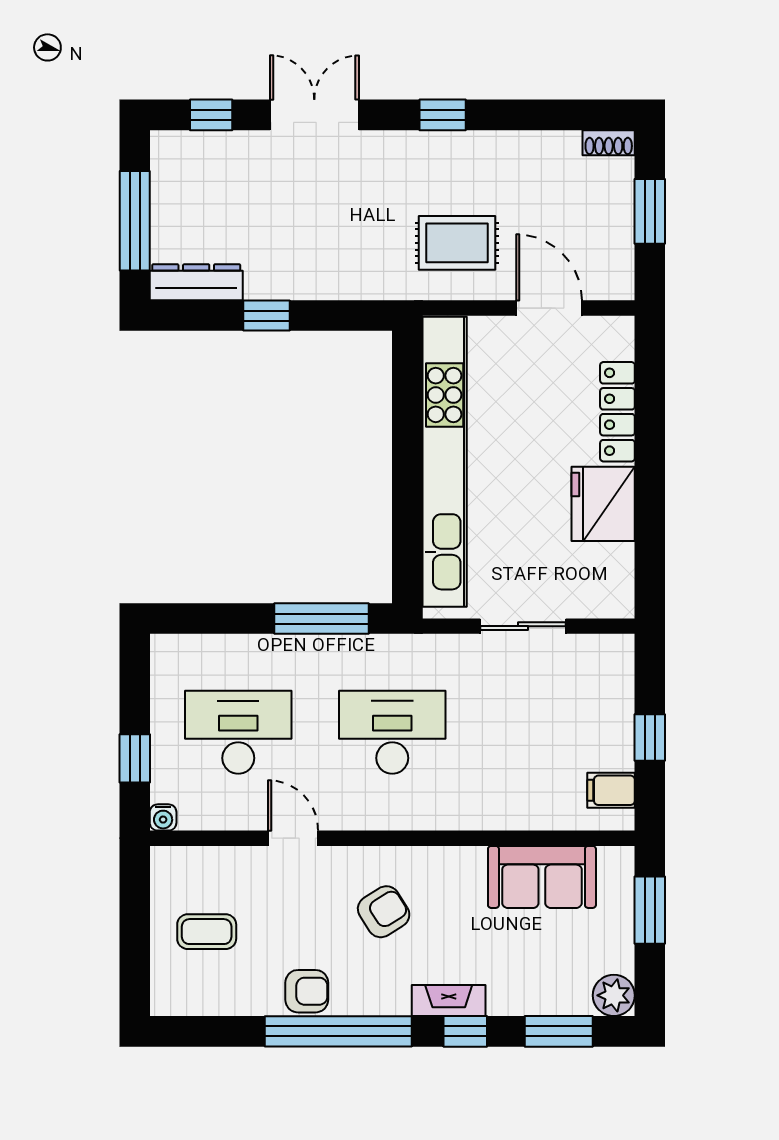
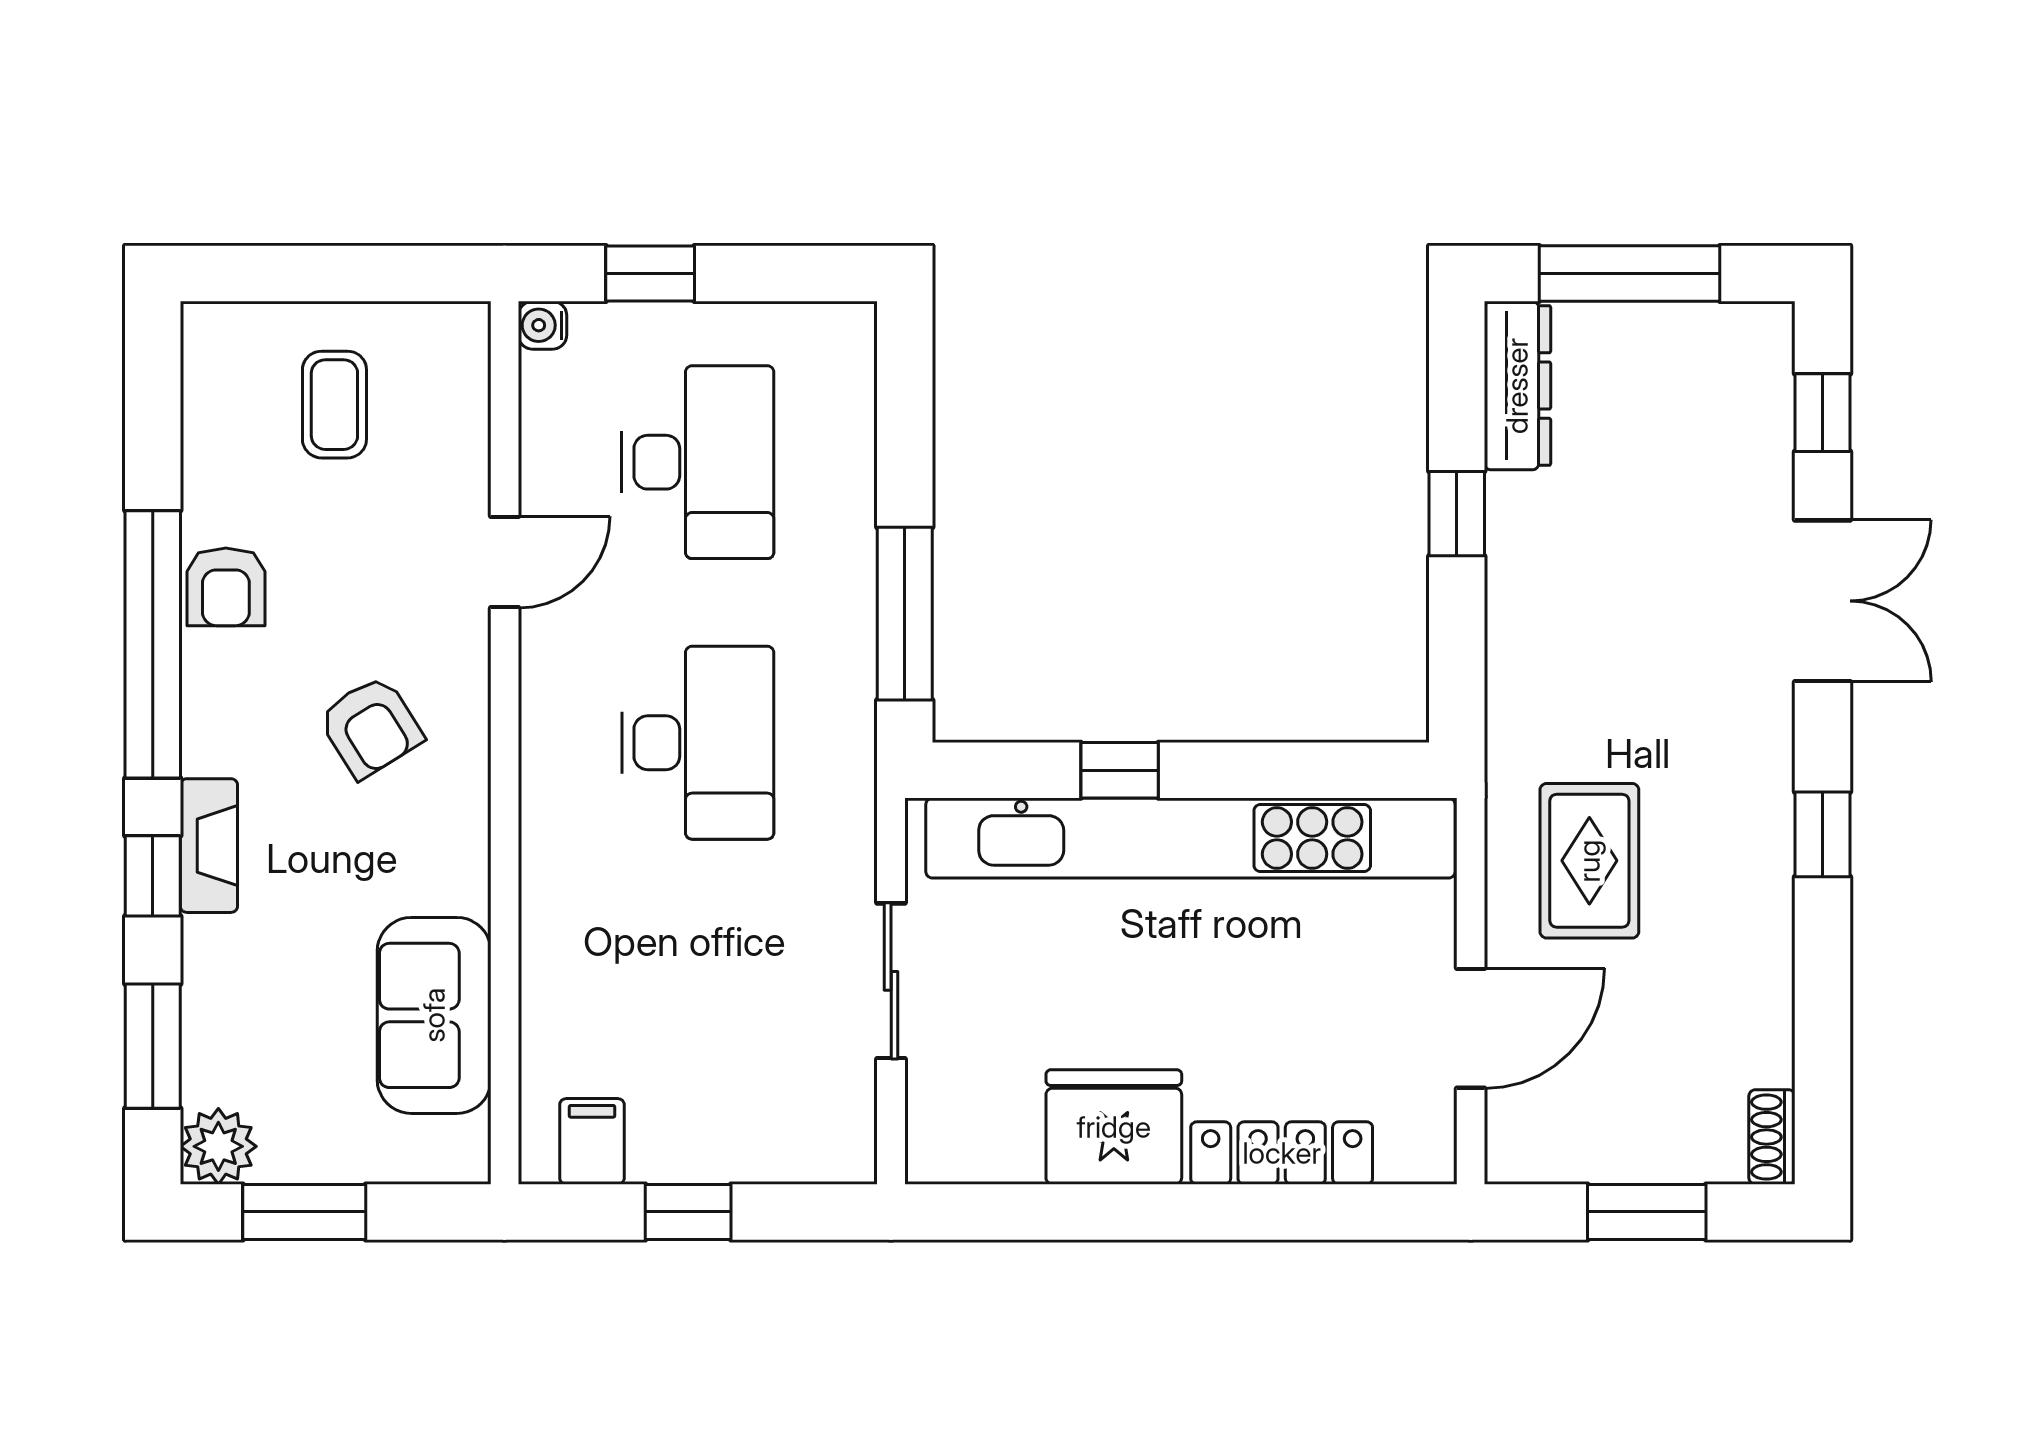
window: (407, 501) -> (1120, 770), added
window: (650, 910) -> (304, 1212), moved

